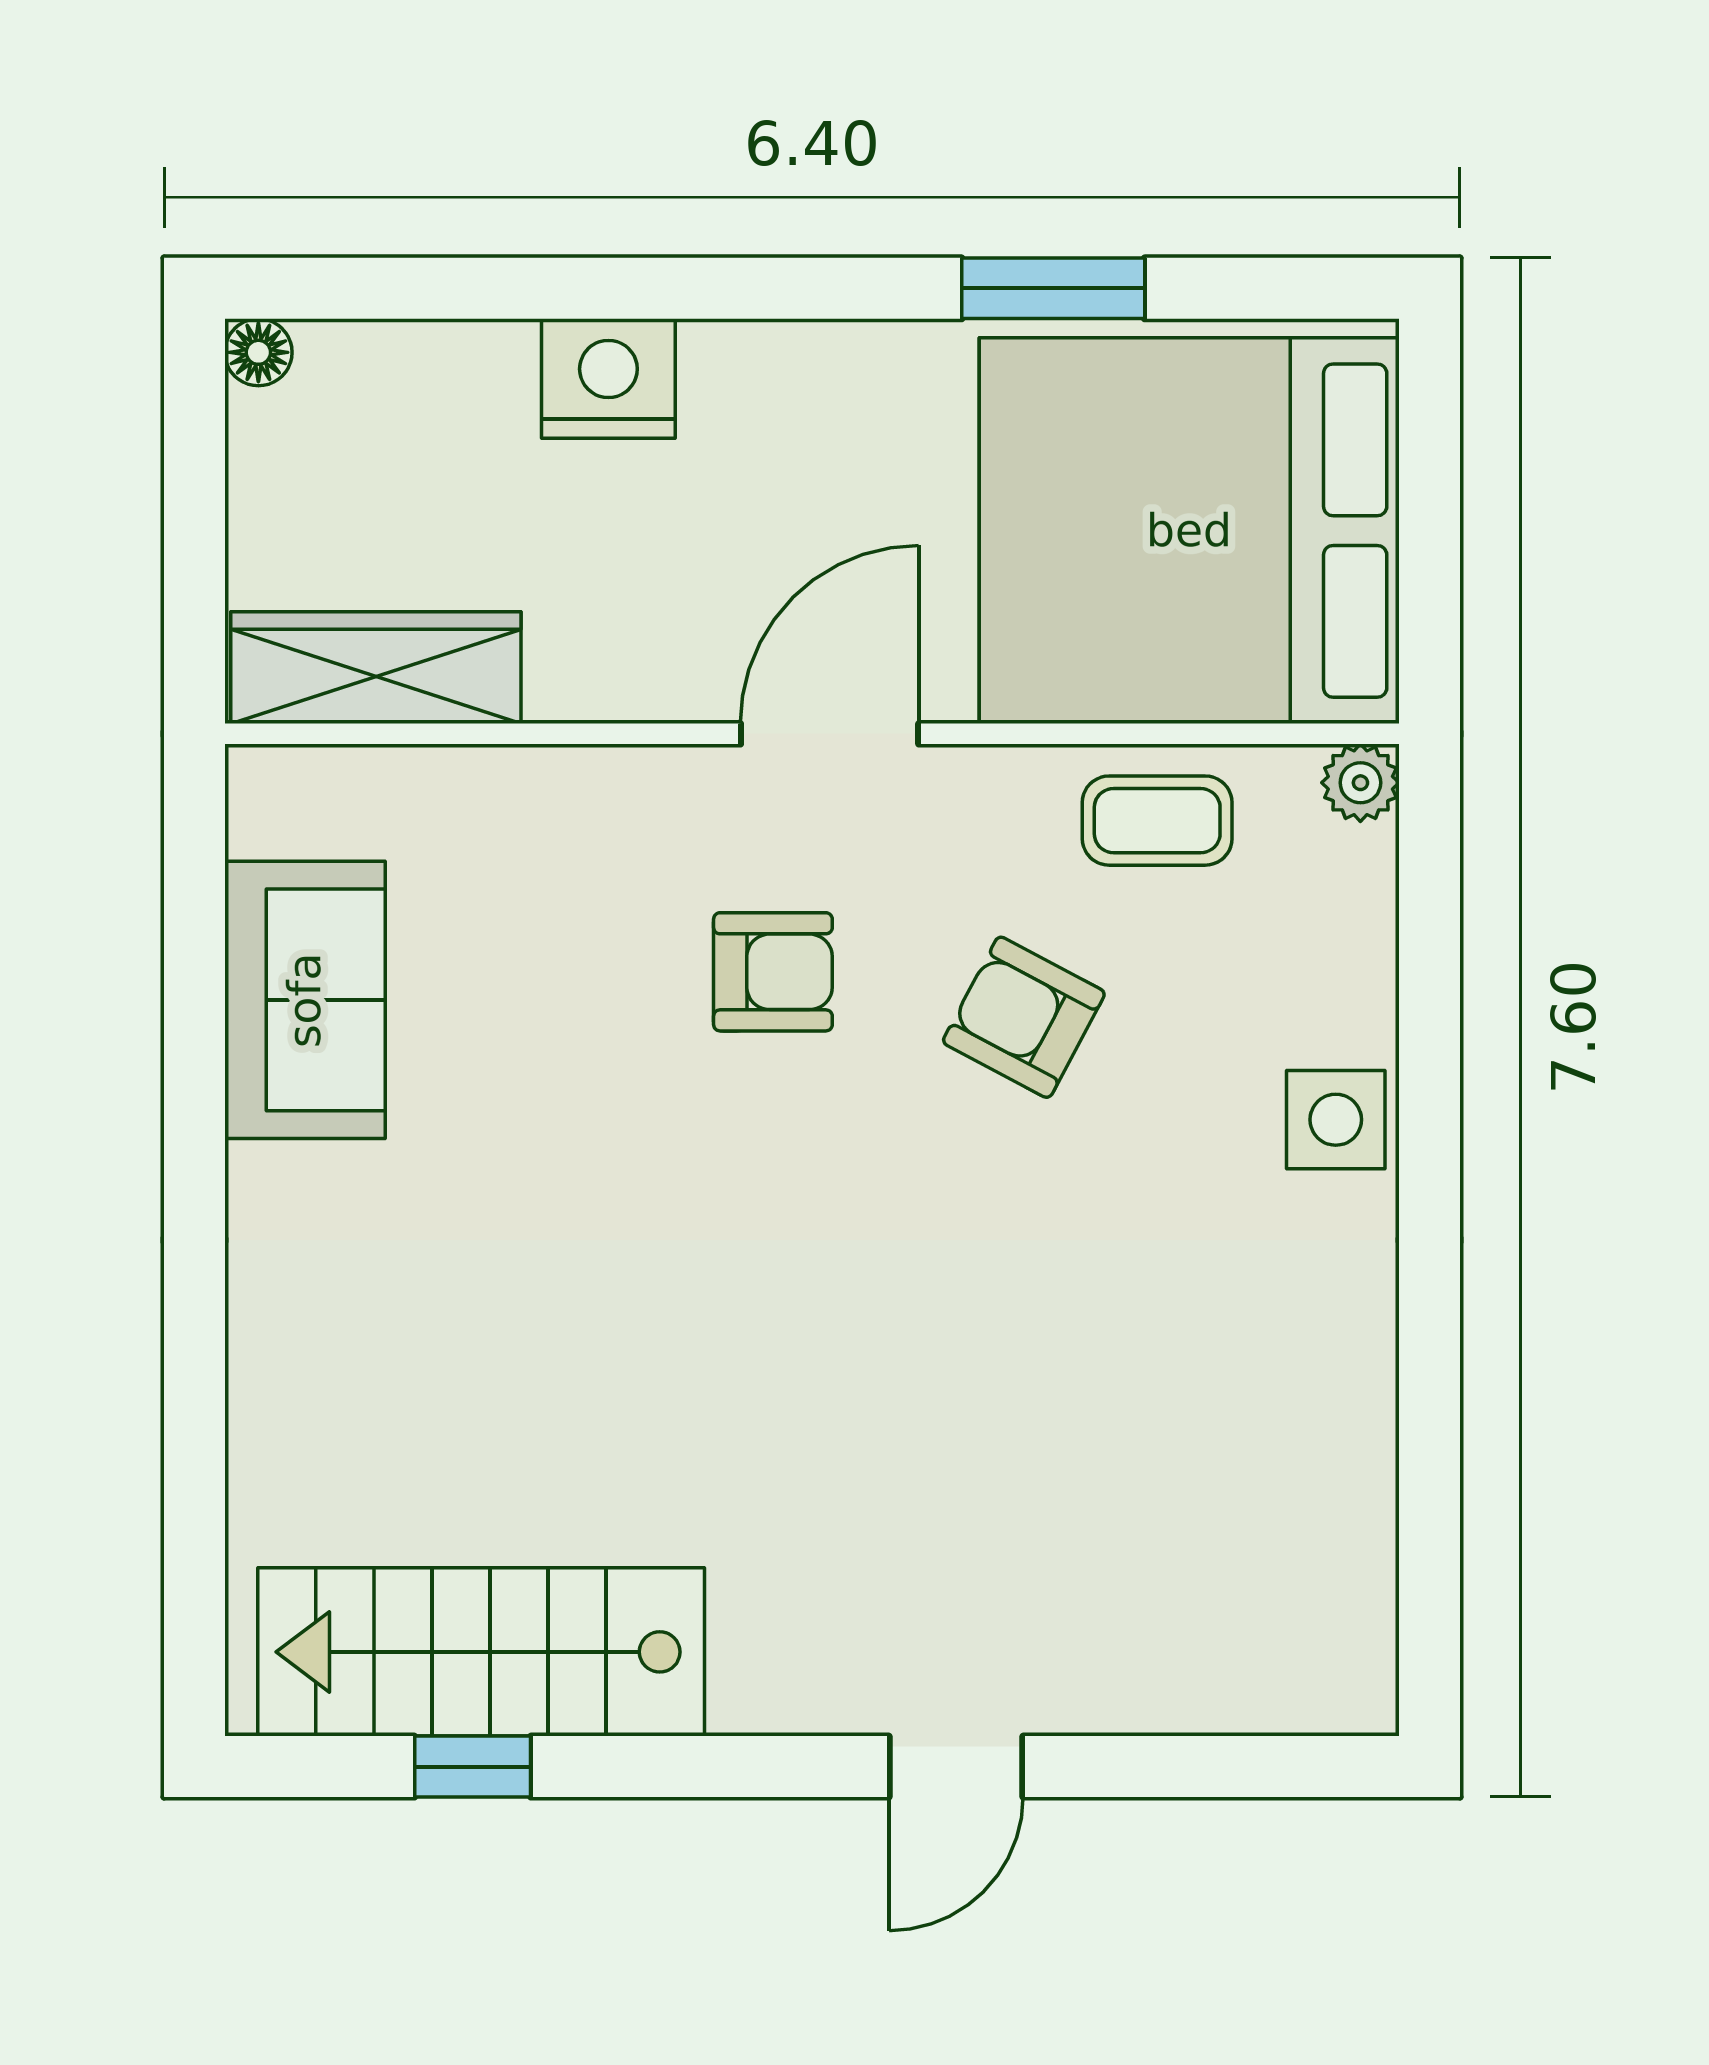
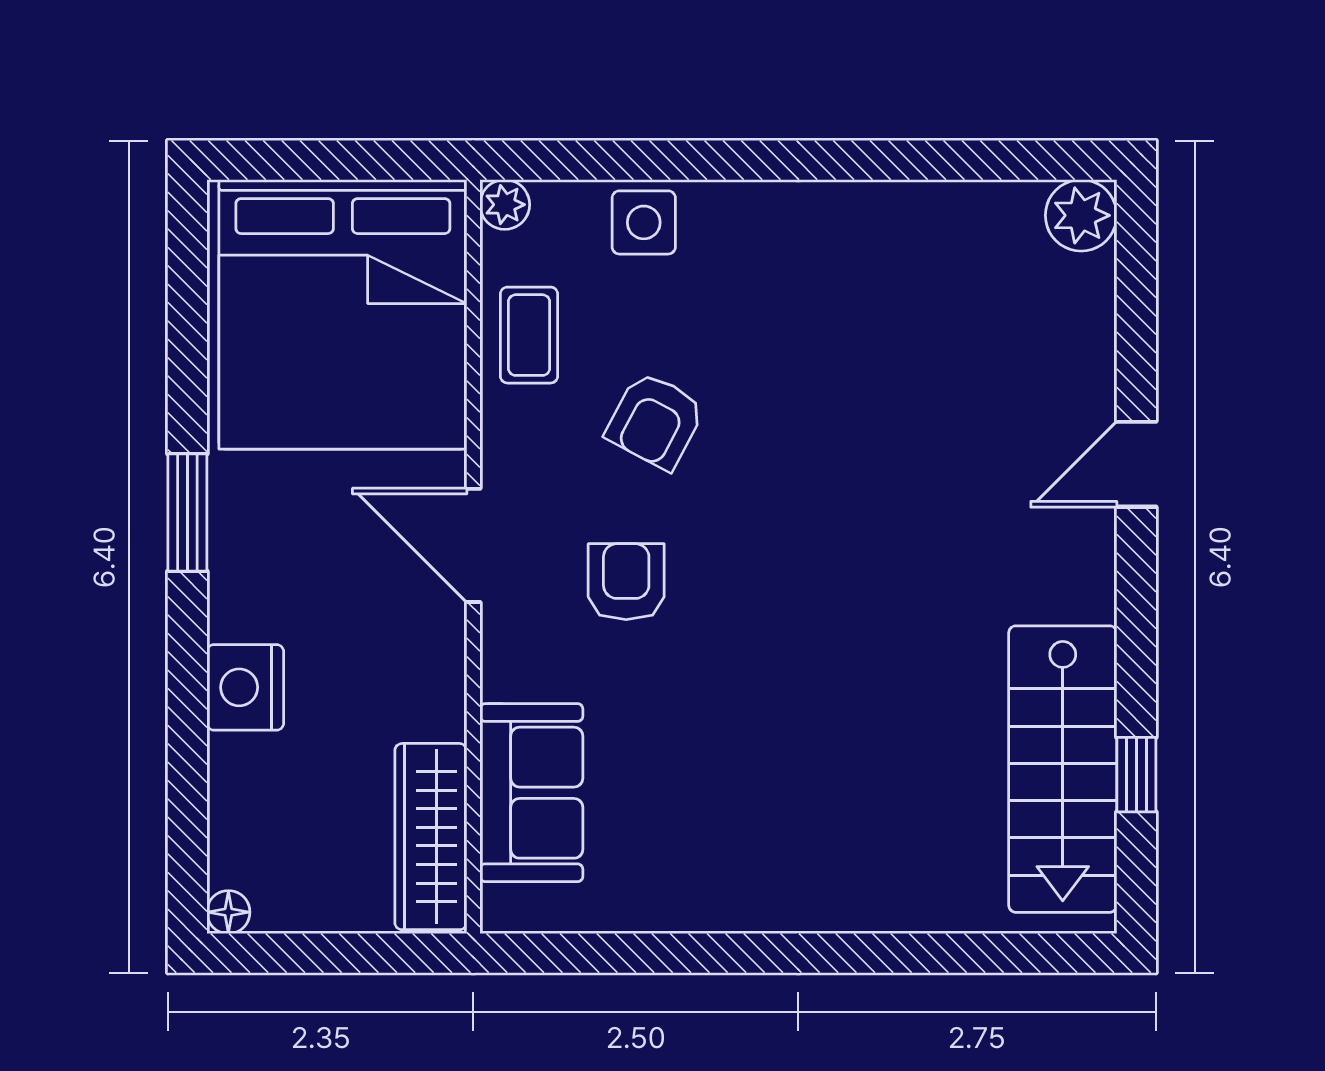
window: (1053, 288) -> (187, 513), moved
sofa: (305, 1000) -> (531, 793), moved, turned 90
side table: (1336, 1120) -> (644, 222), moved
plant: (1344, 1680) -> (1081, 215), added
door: (956, 1767) -> (1136, 464), swing flipped

